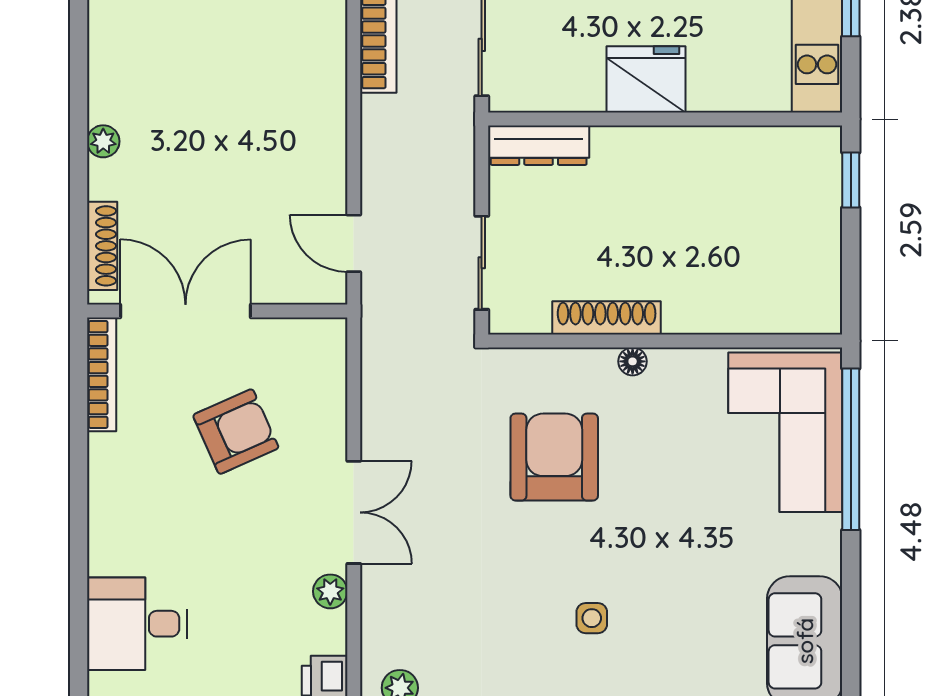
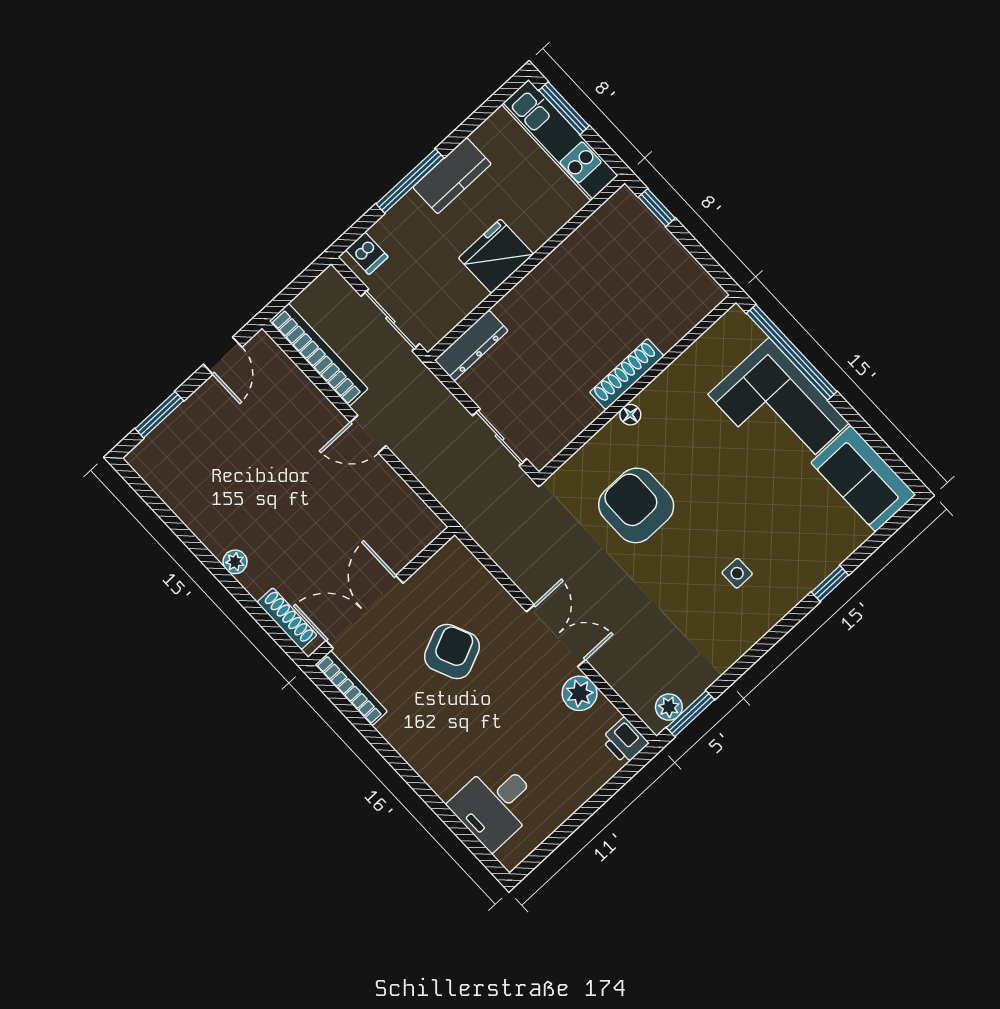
door: (354, 243) -> (368, 434), moved
shoe rack: (607, 318) -> (627, 374), moved
corner sofa: (785, 432) -> (778, 409), moved
plant: (330, 591) -> (580, 693), width x1.38, depth x1.38

